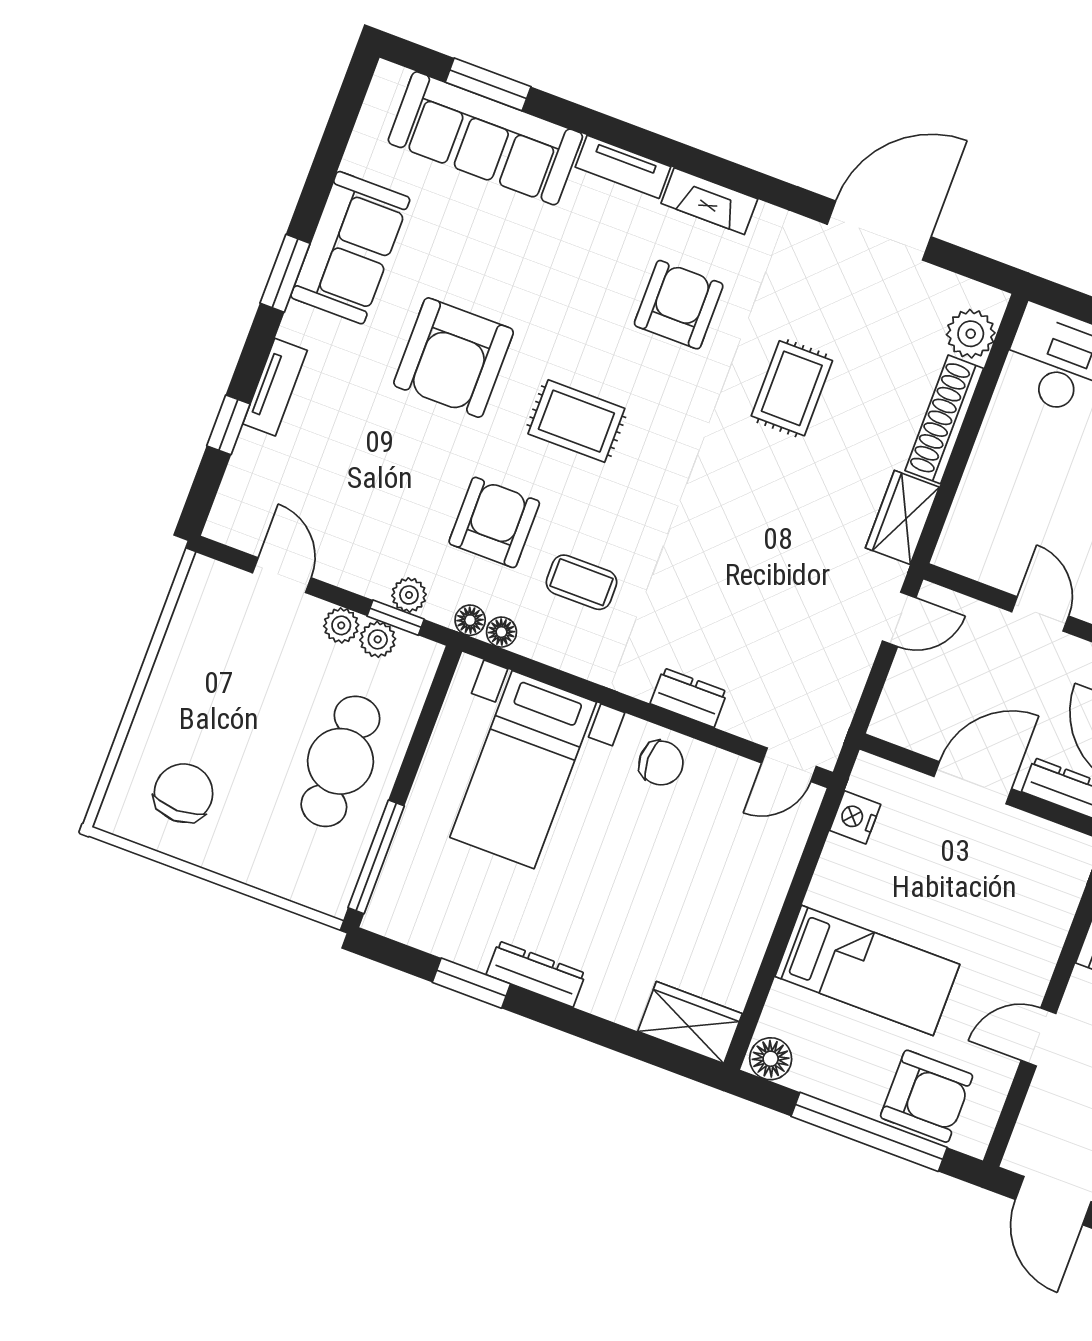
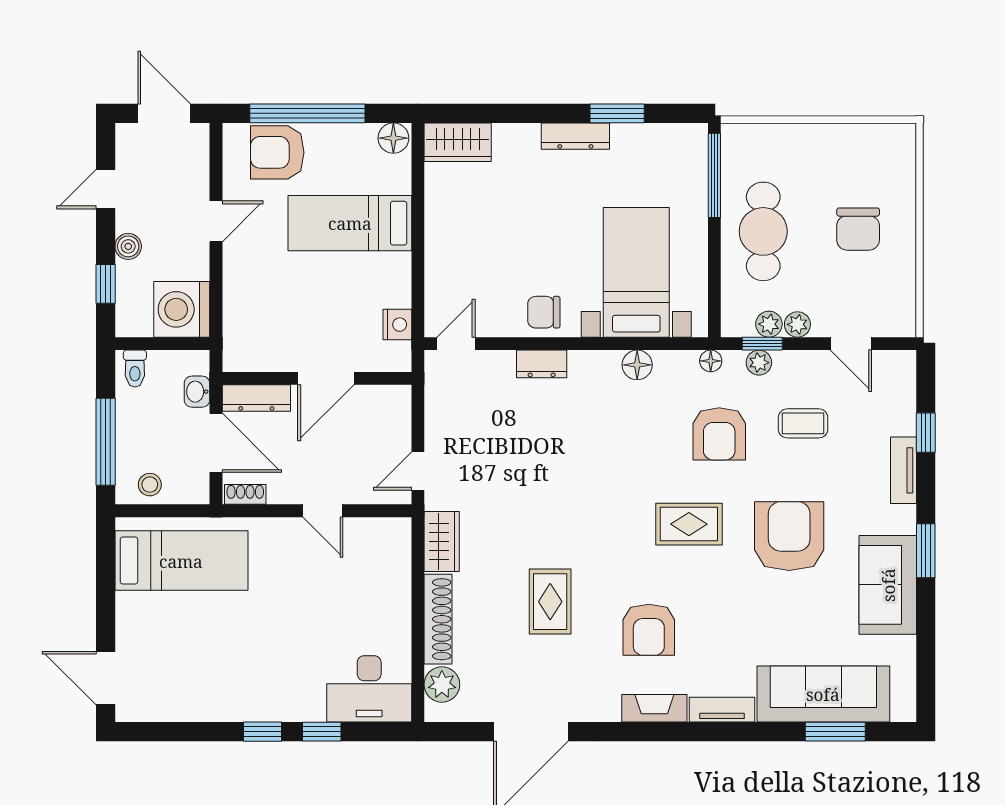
coffee table: (582, 582) -> (803, 423), moved
floor lamp: (501, 632) -> (637, 365), moved, width x1.37, depth x1.37
chair: (184, 793) -> (858, 229), moved

